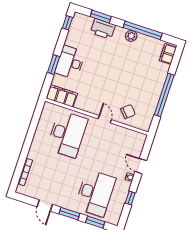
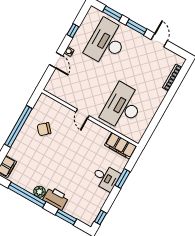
printer: (103, 29) -> (56, 198), moved
desk: (70, 62) -> (106, 178), width x0.73
chair: (128, 112) -> (44, 129), moved

